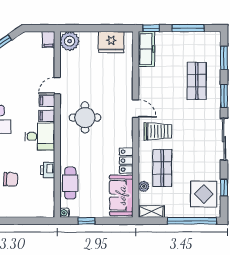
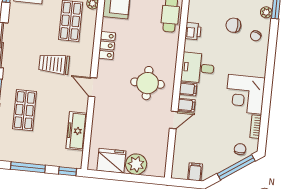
filing cabinet: (48, 39) -> (195, 172), moved
plant: (70, 41) -> (136, 164), moved
freezer: (146, 49) -> (76, 131), moved
trolley: (158, 131) -> (54, 64), moved
locker: (126, 161) -> (107, 45), moved

